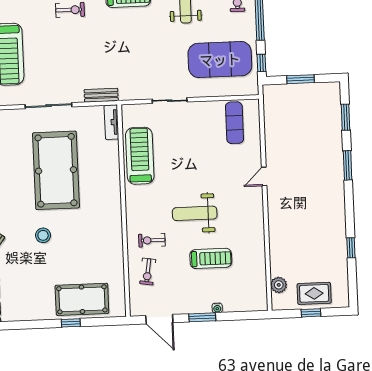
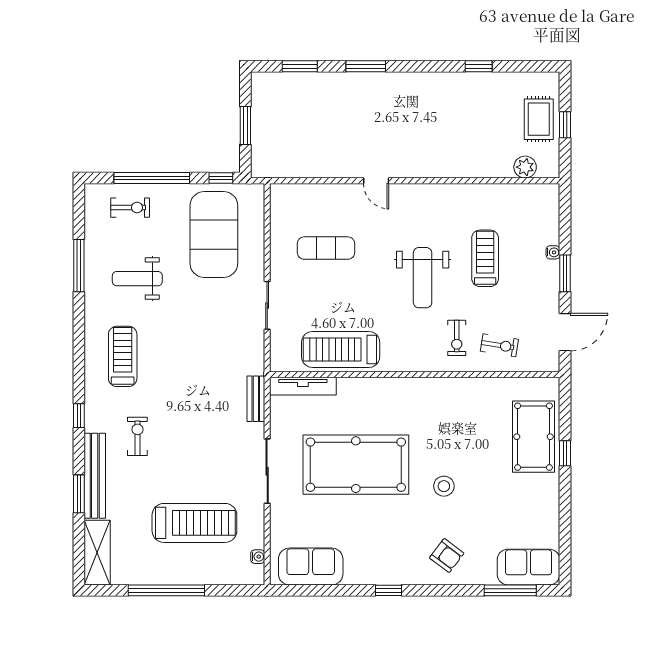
tv unit: (111, 122) -> (303, 386), width x1.41
exercise mat: (234, 123) -> (326, 248), moved

